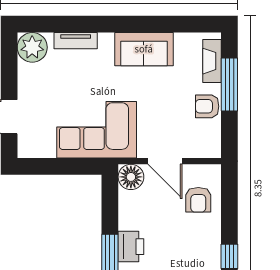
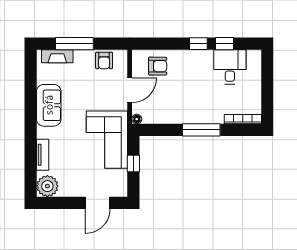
armchair: (207, 106) -> (104, 61), moved
window: (64, 166) -> (133, 163), added
floor lamp: (131, 177) -> (137, 119), width x0.53, depth x0.53
printer: (131, 247) -> (191, 115), removed

